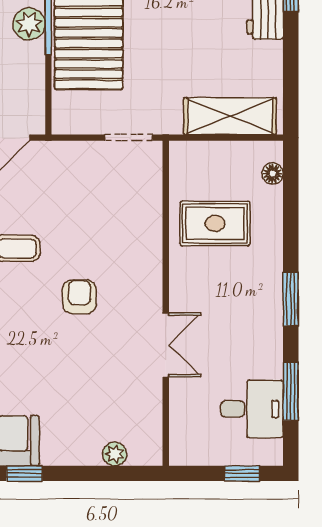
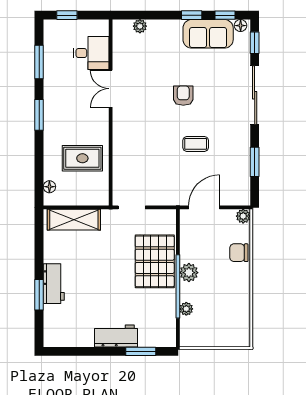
armchair: (79, 297) -> (183, 96), moved, turned 180
desk: (252, 409) -> (91, 53), moved, turned 180

